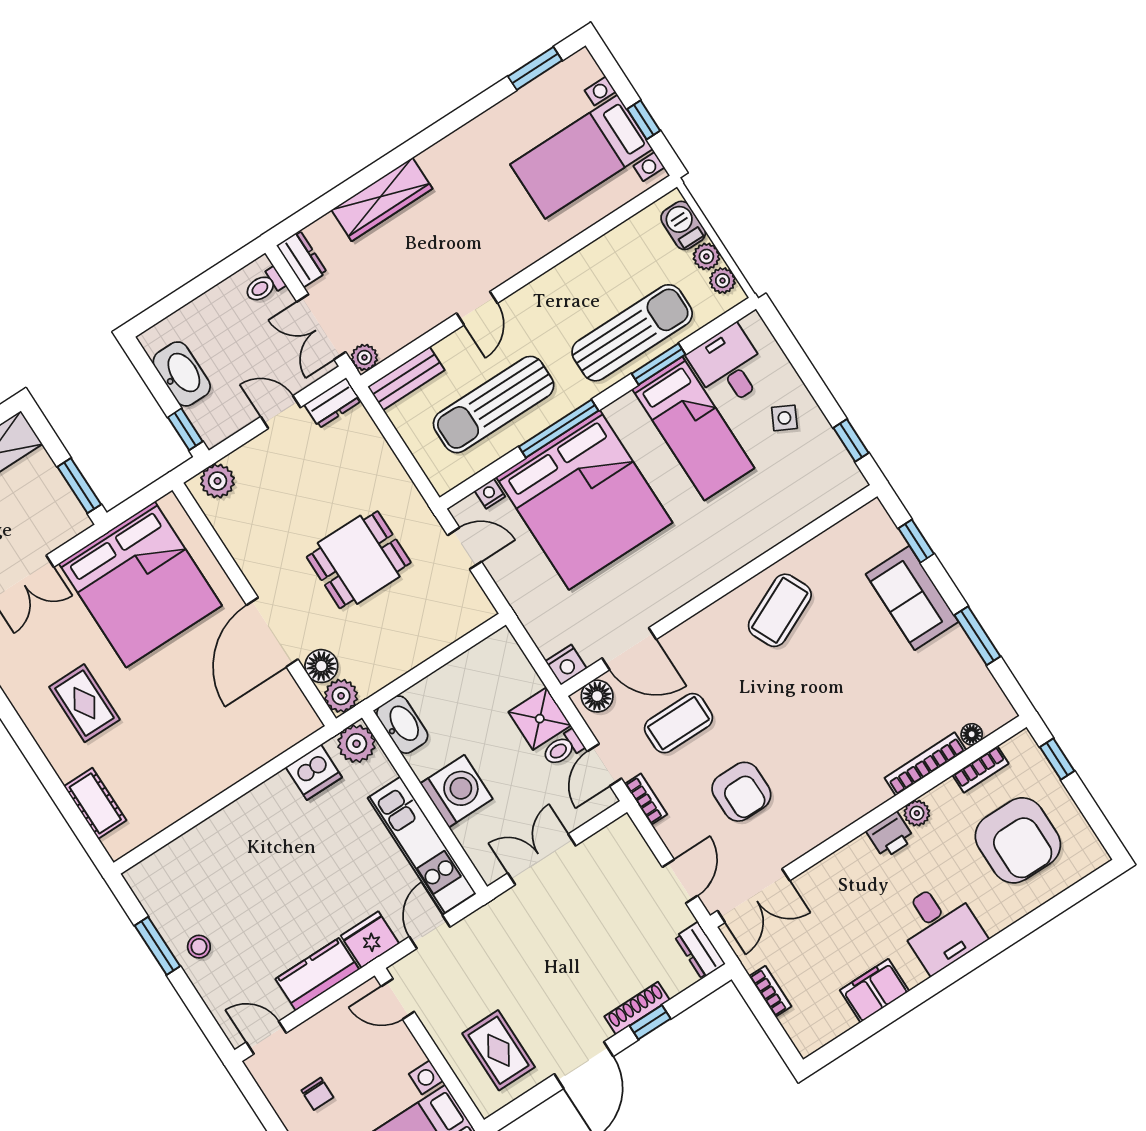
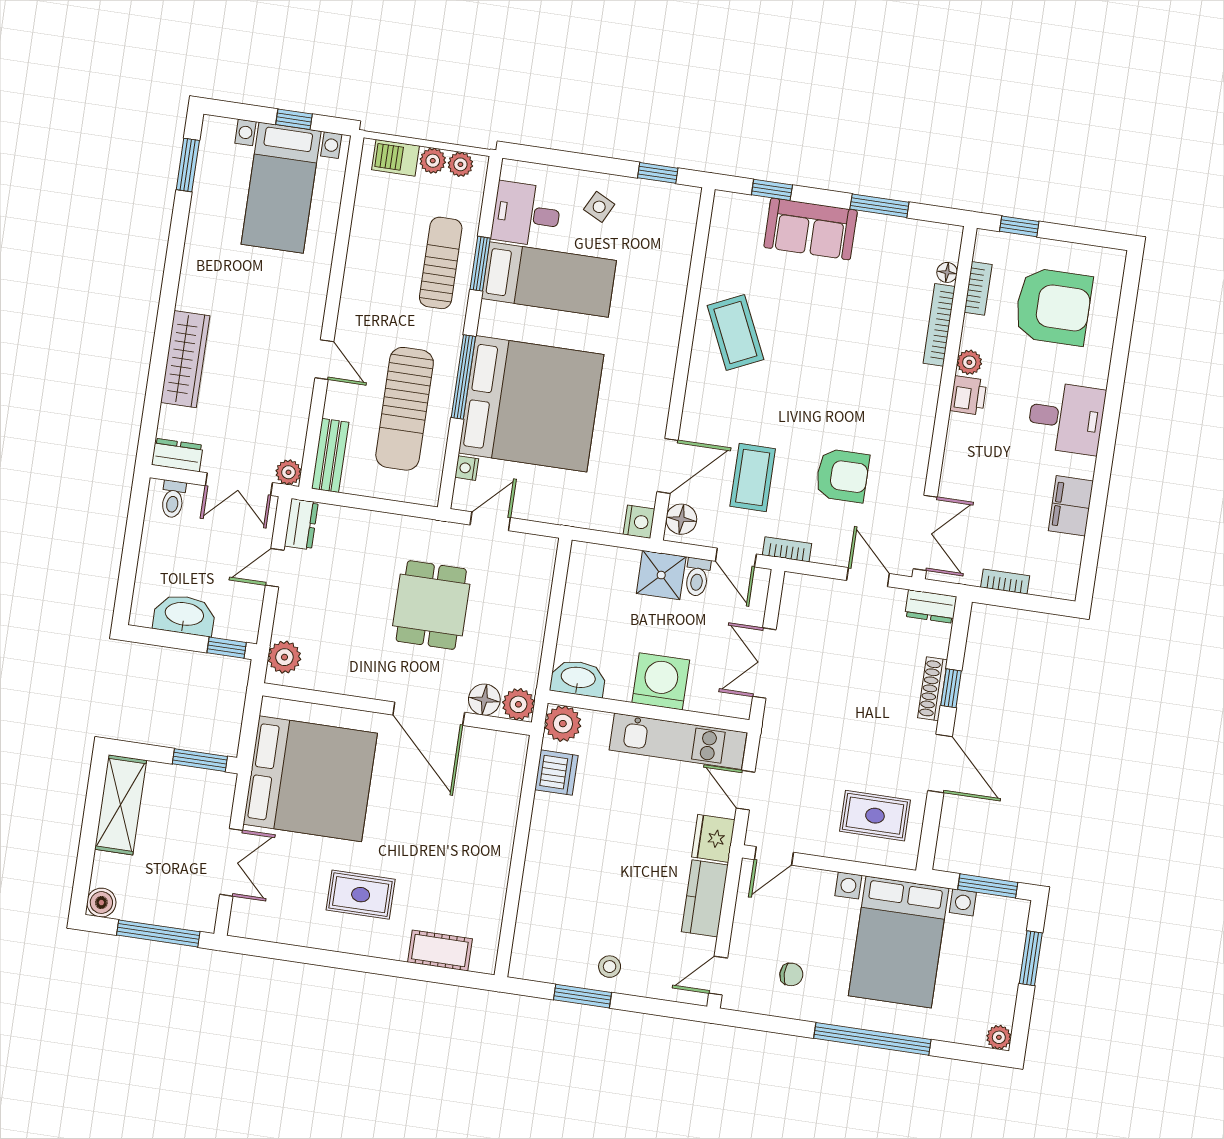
sun lounger: (632, 333) -> (441, 263), width x0.73, depth x0.75

